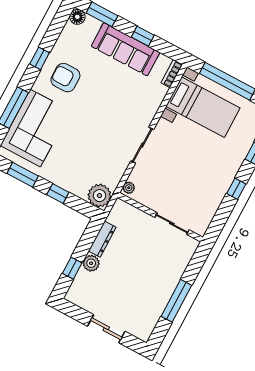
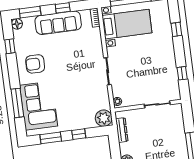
window: (40, 58) -> (10, 46), moved
window: (236, 189) -> (182, 73), moved
dresser: (102, 239) -> (122, 130), moved

